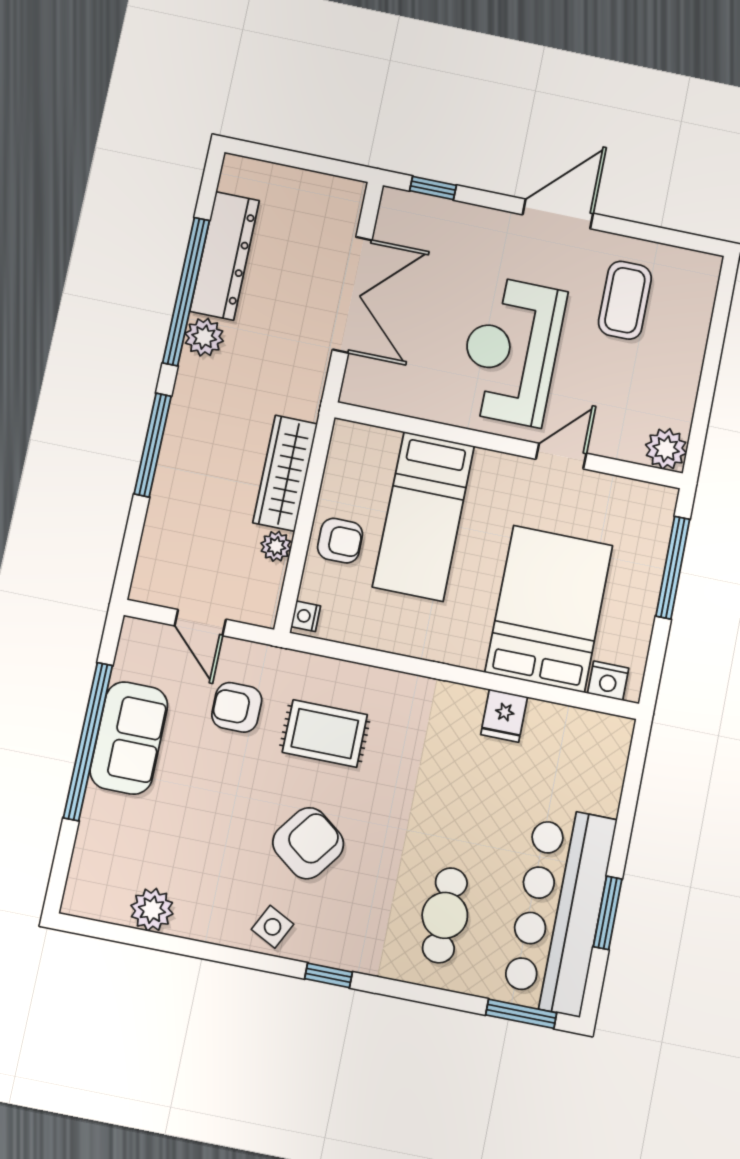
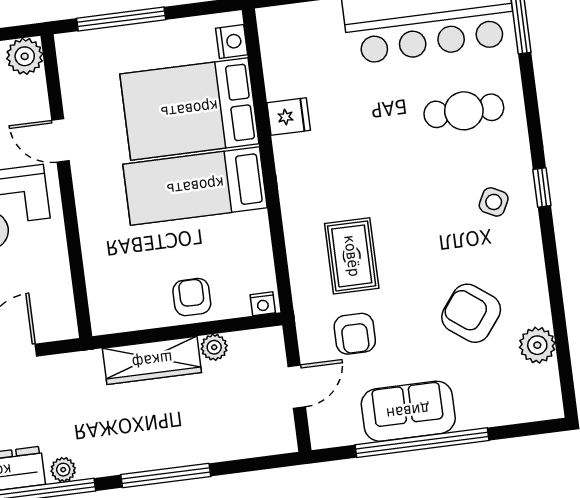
plant: (204, 337) -> (63, 470), width x0.73, depth x0.73
bed: (423, 516) -> (195, 186), moved, turned 180
armchair: (308, 843) -> (471, 313), moved
side table: (273, 927) -> (494, 202), moved

